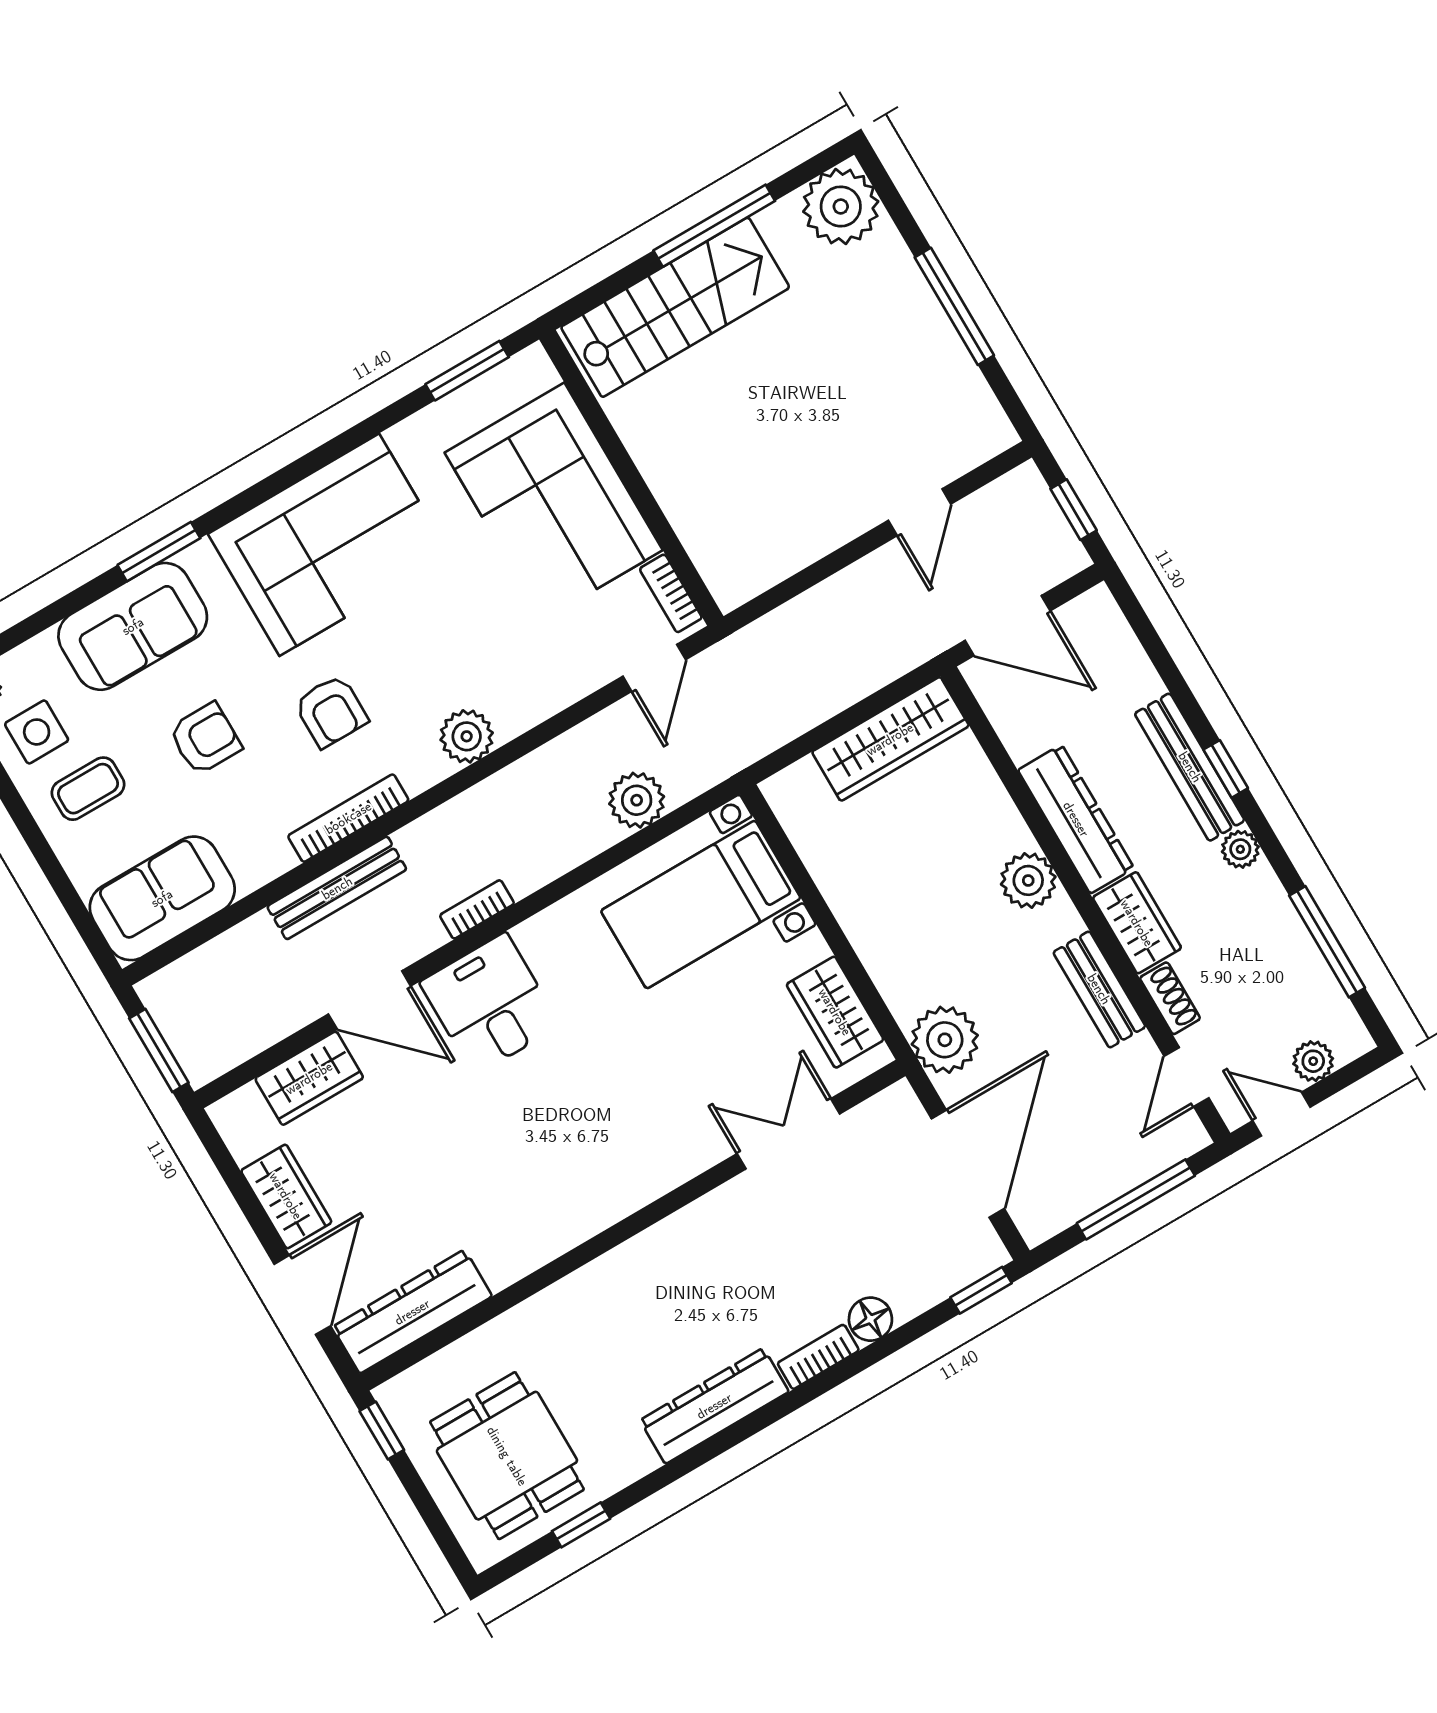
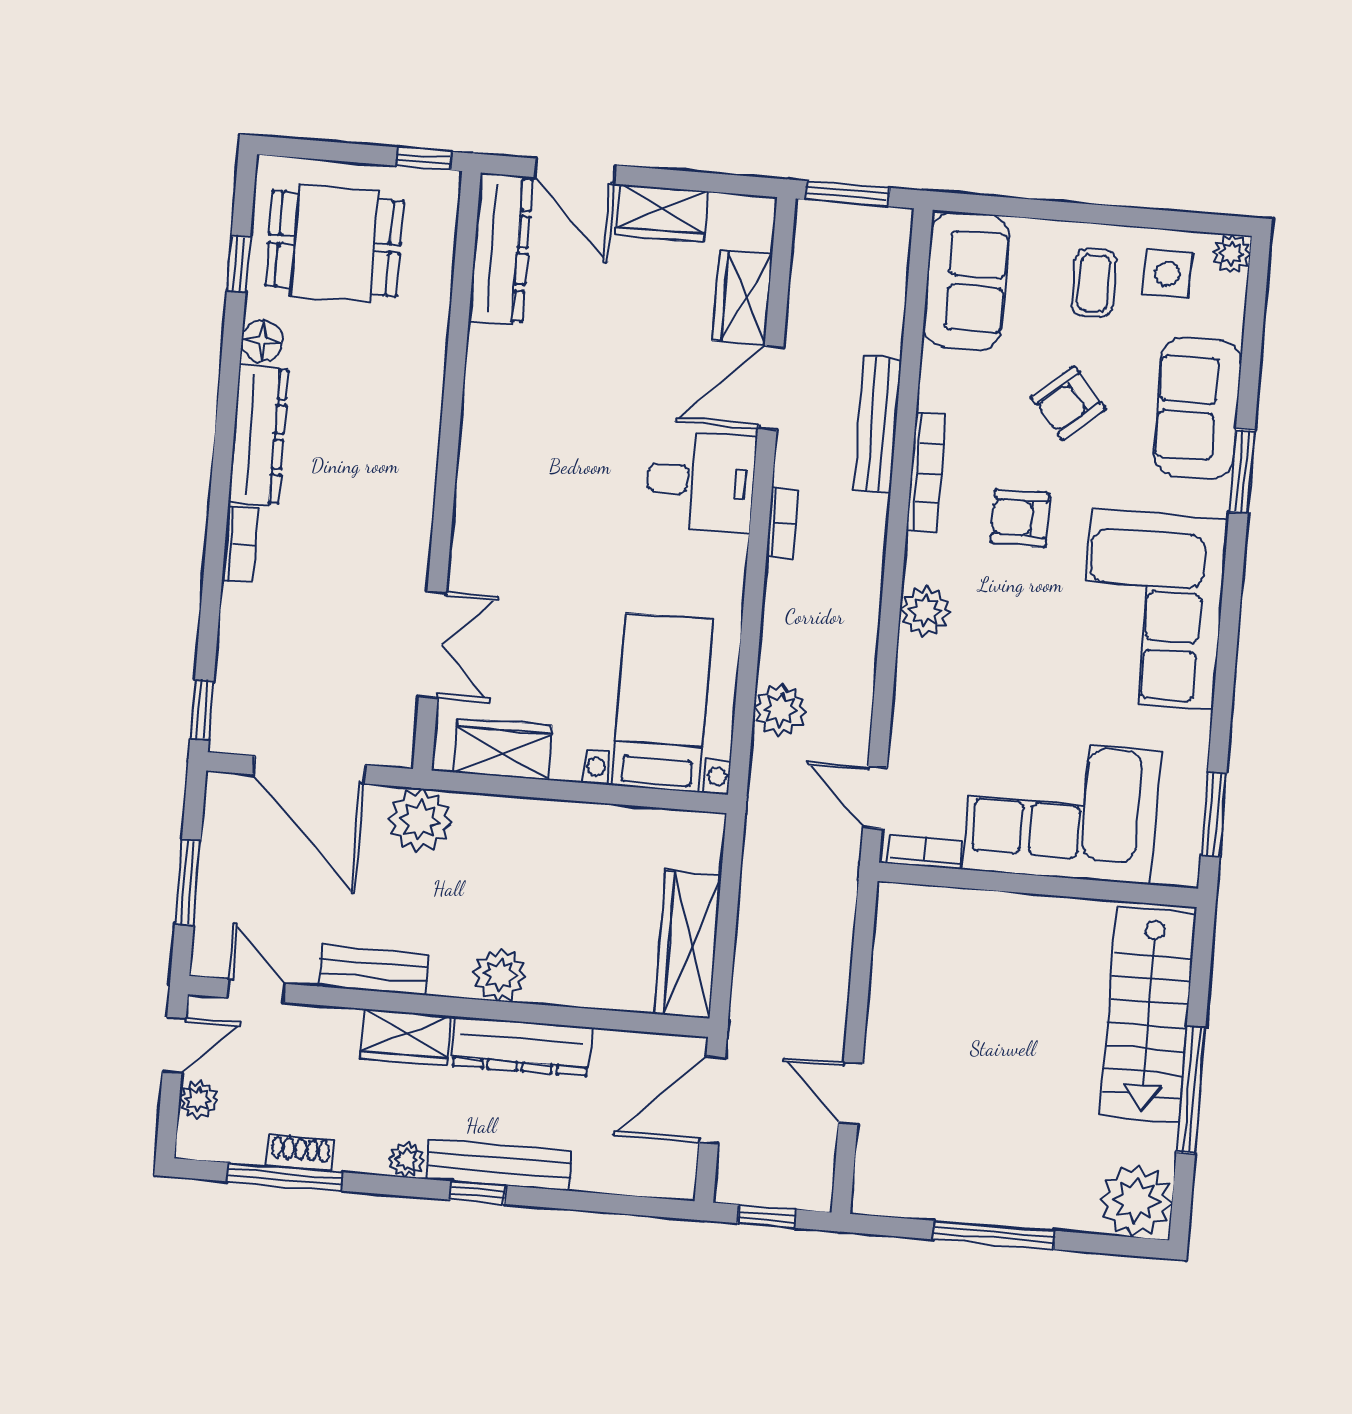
armchair: (205, 739) -> (1068, 403), turned 49
shoe rack: (1170, 998) -> (300, 1153), moved, turned 180
window: (1136, 1199) -> (188, 883), width x0.69
floor lamp: (870, 1319) -> (262, 341), moved

